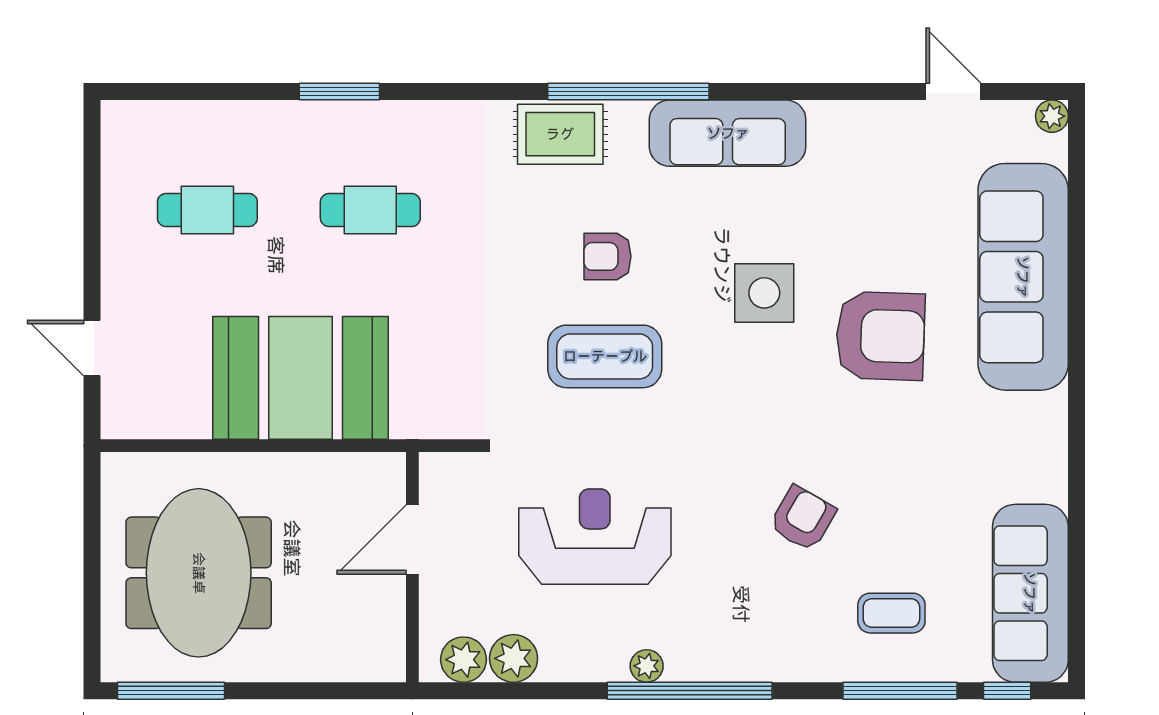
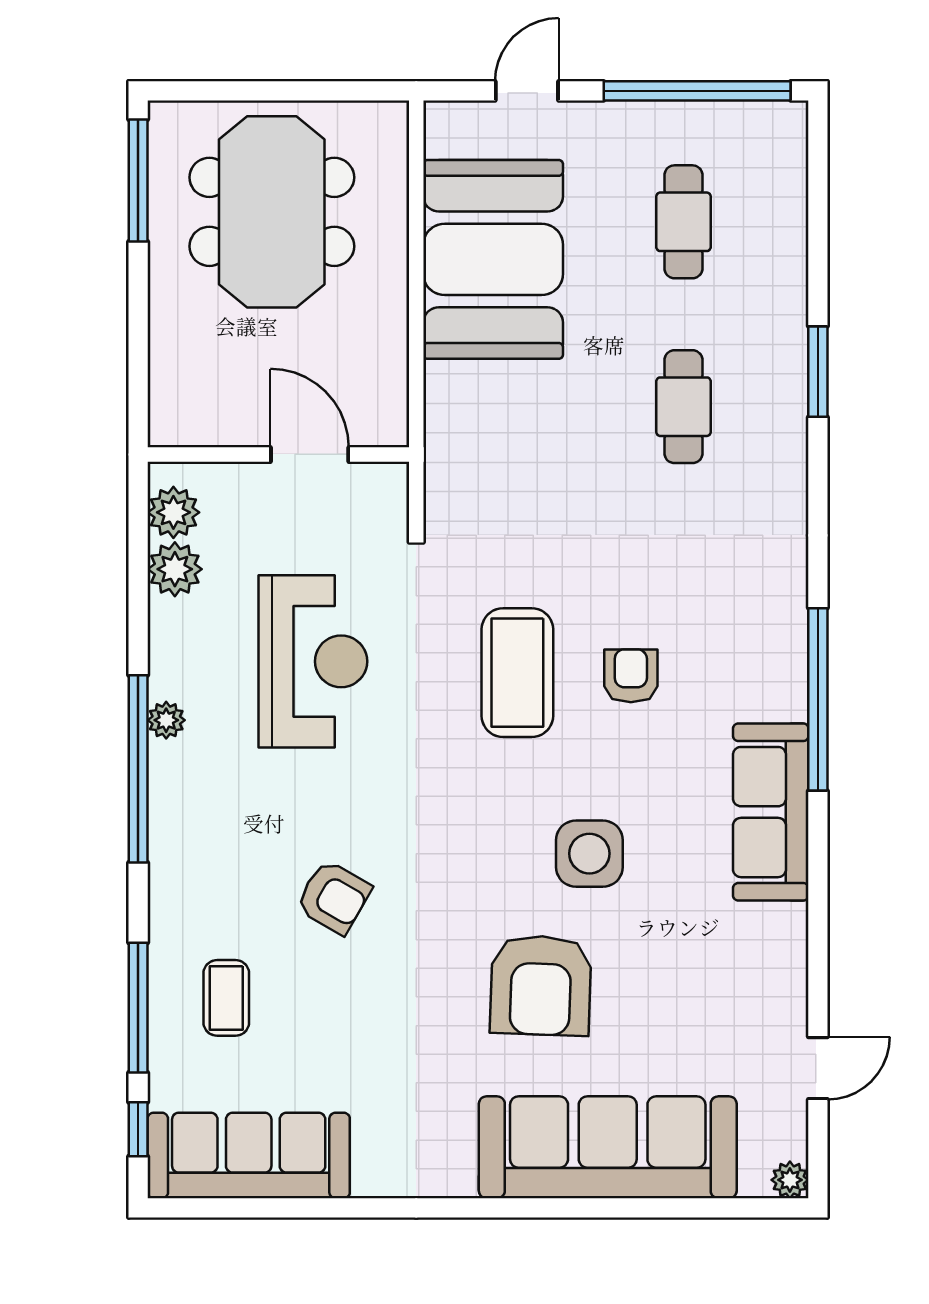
rug: (560, 134) -> (770, 622), removed
window: (92, 198) -> (697, 91), added
booth: (300, 378) -> (493, 259), moved
meeting table: (199, 573) -> (272, 212), turned 90

